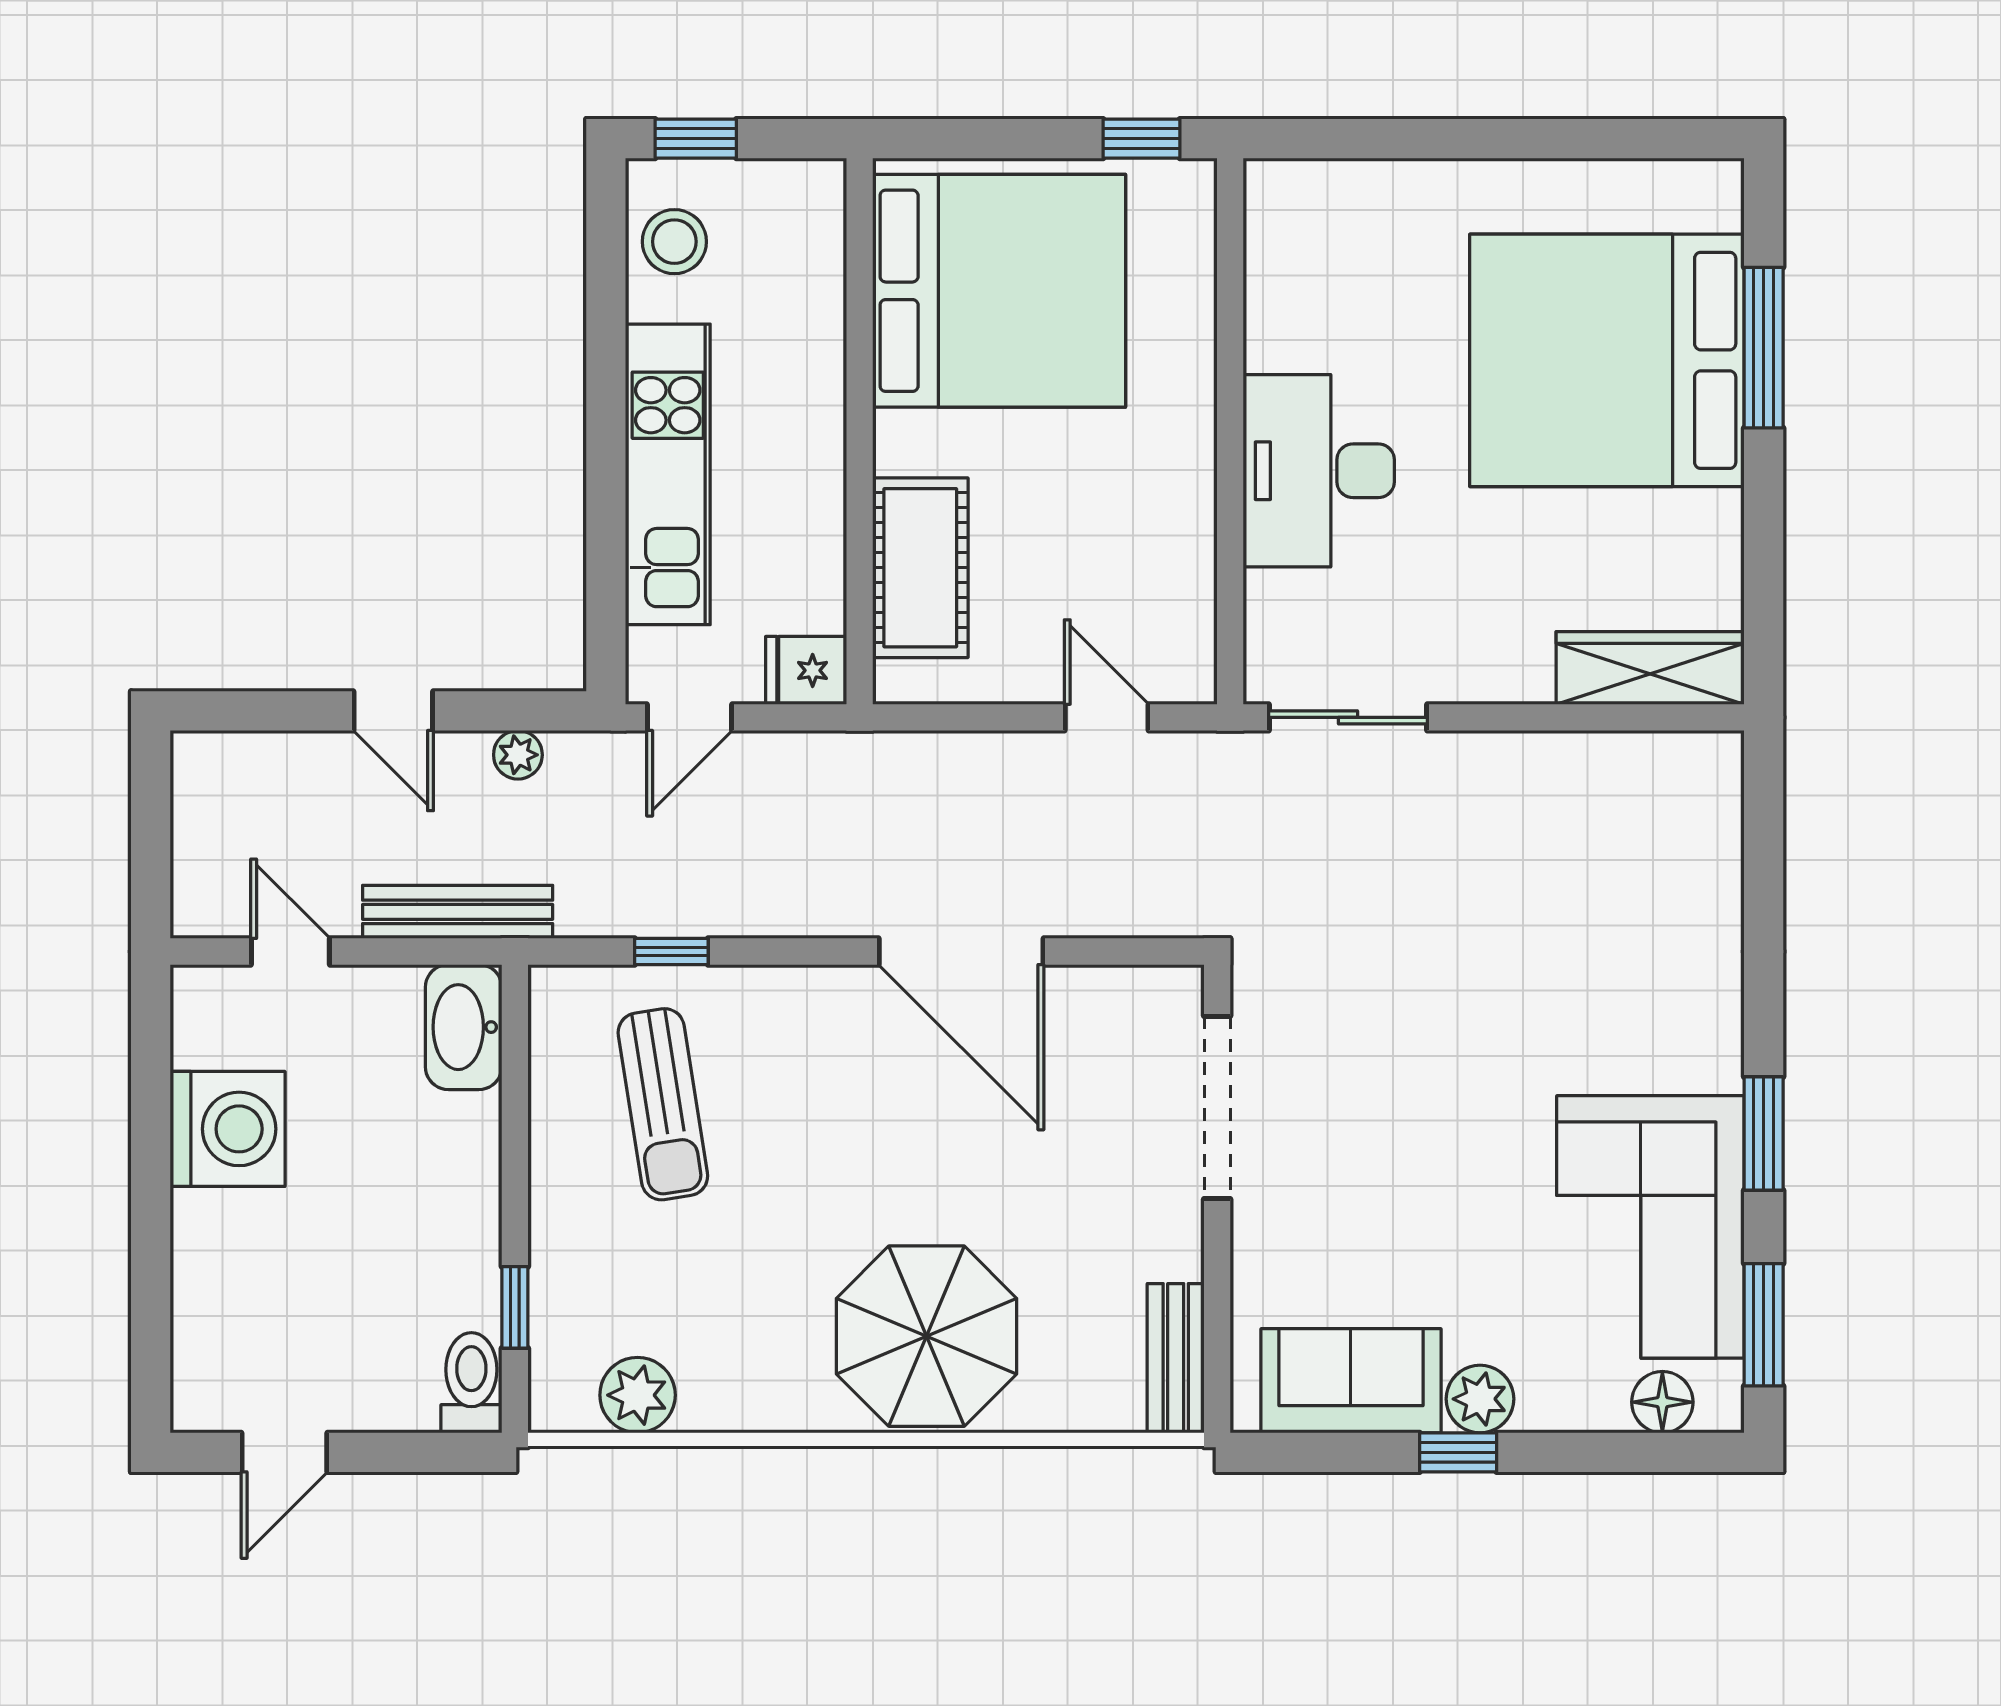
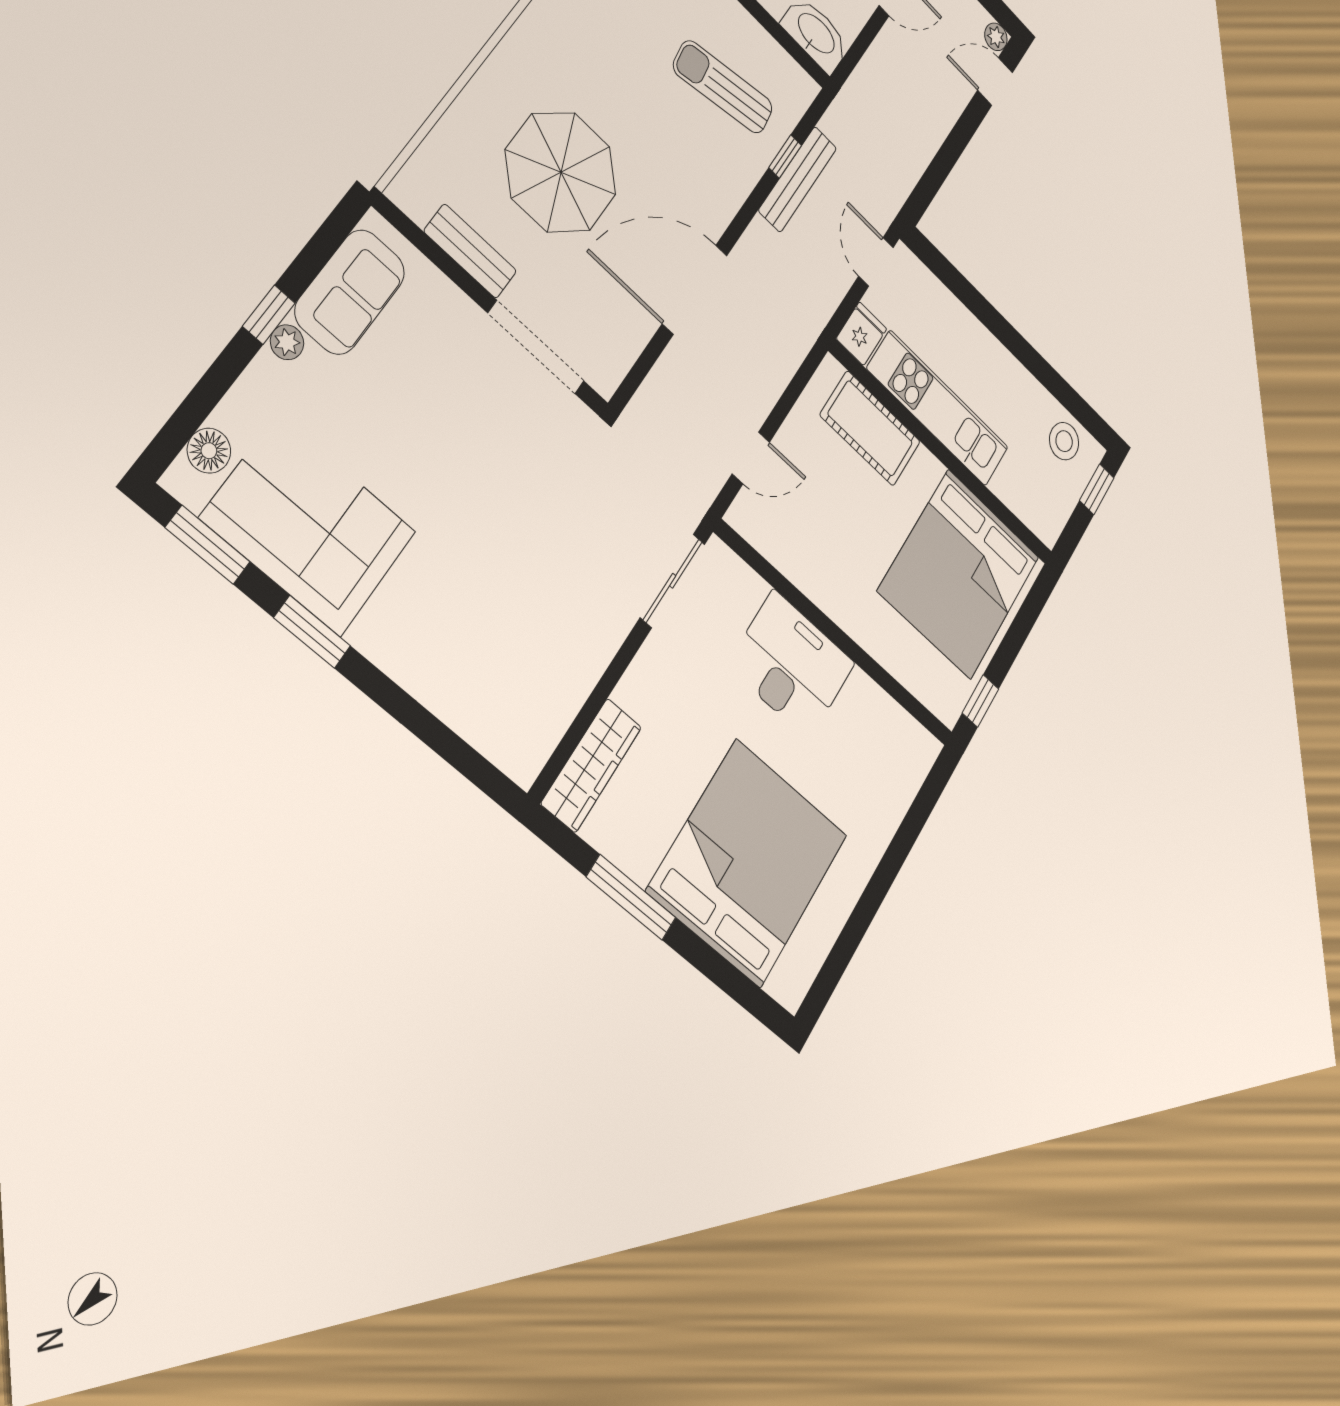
window: (1764, 348) -> (631, 897), moved
kitchen unit: (668, 474) -> (938, 408), moved, turned 180
door: (393, 711) -> (995, 81), moved
plant: (518, 755) -> (996, 37), moved
bench: (458, 912) -> (798, 179), moved
parasol: (927, 1336) -> (561, 172), moved
bench: (1176, 1358) -> (470, 251), moved
plant: (1480, 1399) -> (287, 342), width x0.73, depth x0.73

